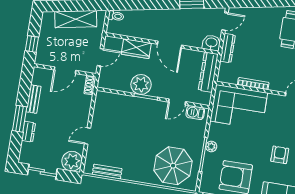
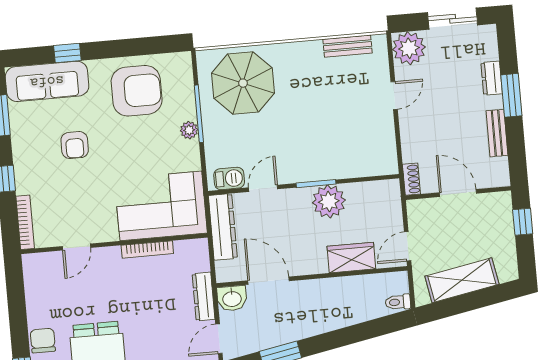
door: (170, 45) -> (269, 281), moved
door: (100, 57) -> (408, 246), moved
door: (65, 70) -> (458, 193), hinge flipped
dresser: (208, 72) -> (223, 227), moved

